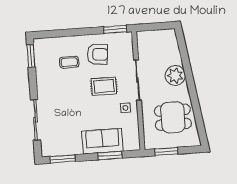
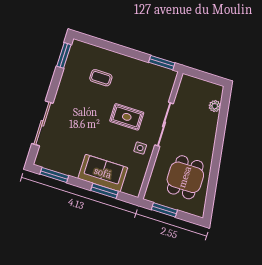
armchair: (97, 54) -> (133, 81), removed
plant: (175, 76) -> (215, 106), moved, width x0.53, depth x0.53
dining table: (173, 117) -> (185, 177), turned 90

